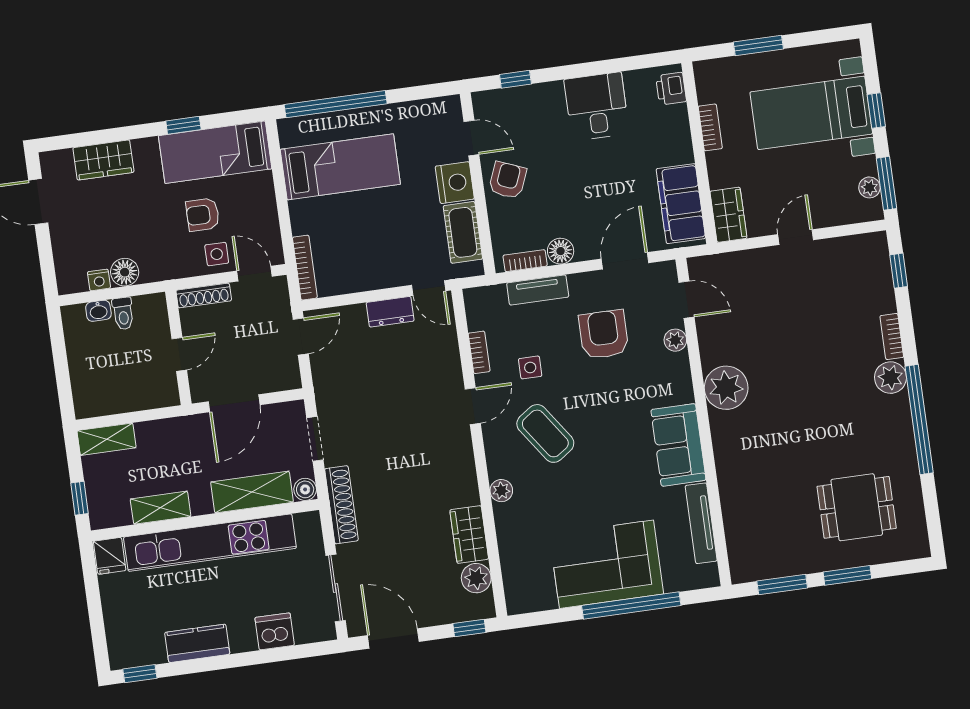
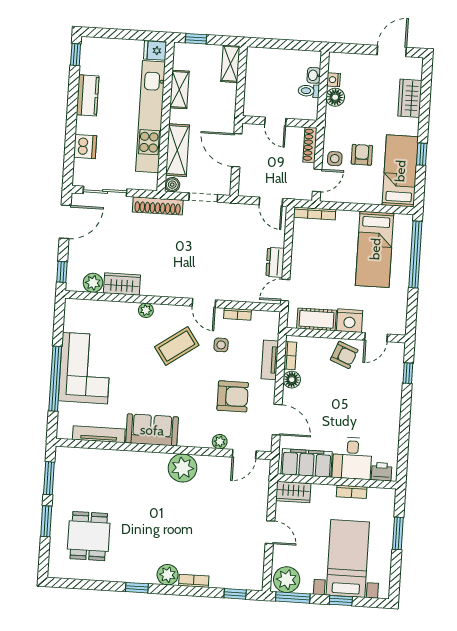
desk: (597, 106) -> (352, 458), moved, turned 90
plant: (869, 187) -> (287, 580), width x1.87, depth x1.87
window: (919, 419) -> (137, 588), width x0.32

